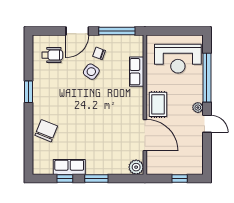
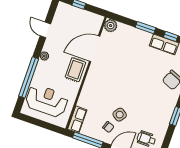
row of seats: (137, 72) -> (77, 120), moved
door: (207, 124) -> (45, 30), moved
door: (145, 135) -> (95, 49), hinge flipped

